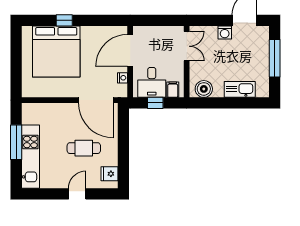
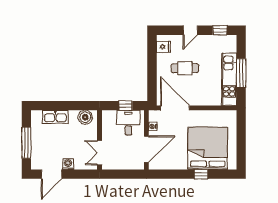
filing cabinet: (173, 90) -> (111, 117), removed
kitchen unit: (30, 157) -> (229, 79), moved
window: (42, 194) -> (220, 30), added

